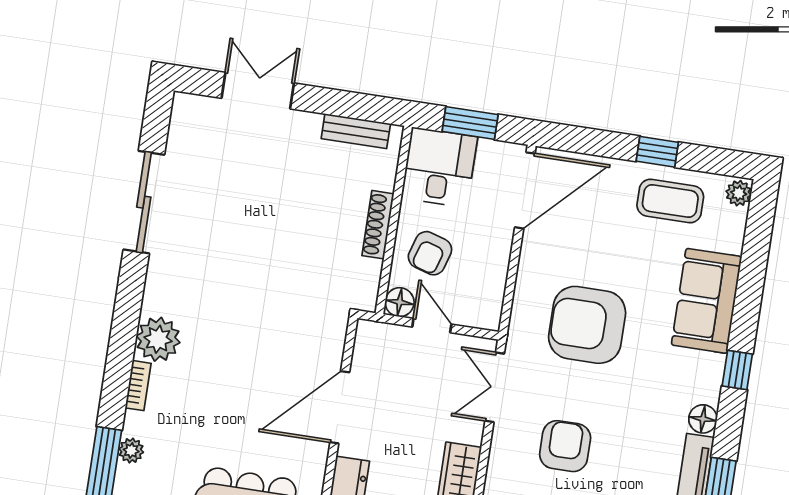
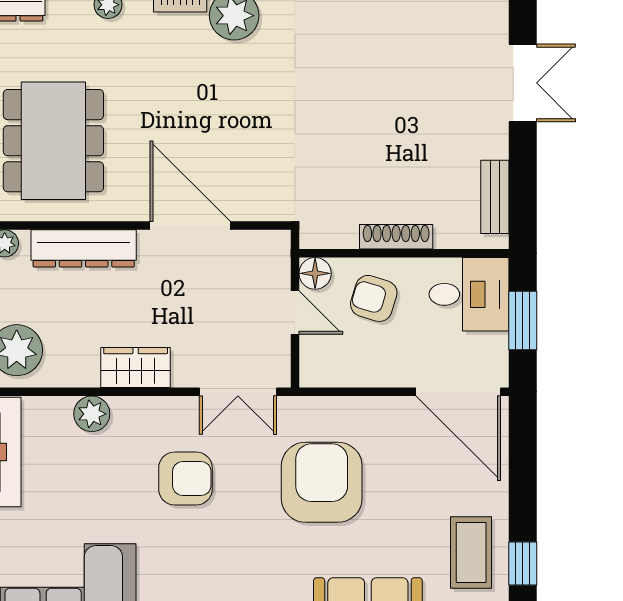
window: (657, 152) -> (523, 563), moved
door: (432, 326) -> (295, 313), hinge flipped
double door: (495, 387) -> (238, 392), swing flipped

